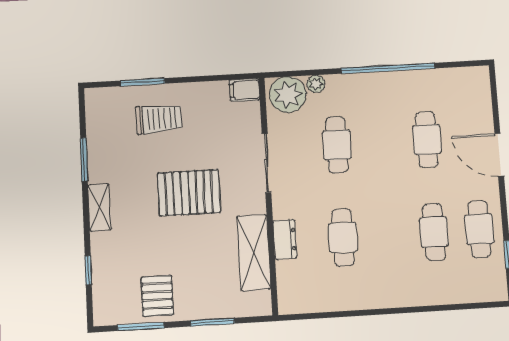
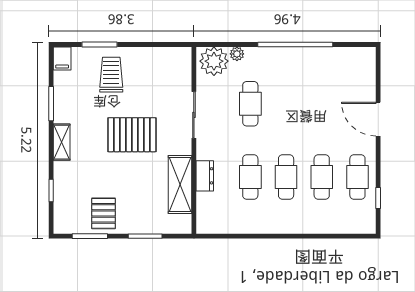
filing cabinet: (245, 90) -> (62, 58), moved, turned -90
trolley: (159, 119) -> (111, 75), turned -88
cafe table: (427, 140) -> (286, 177), moved

